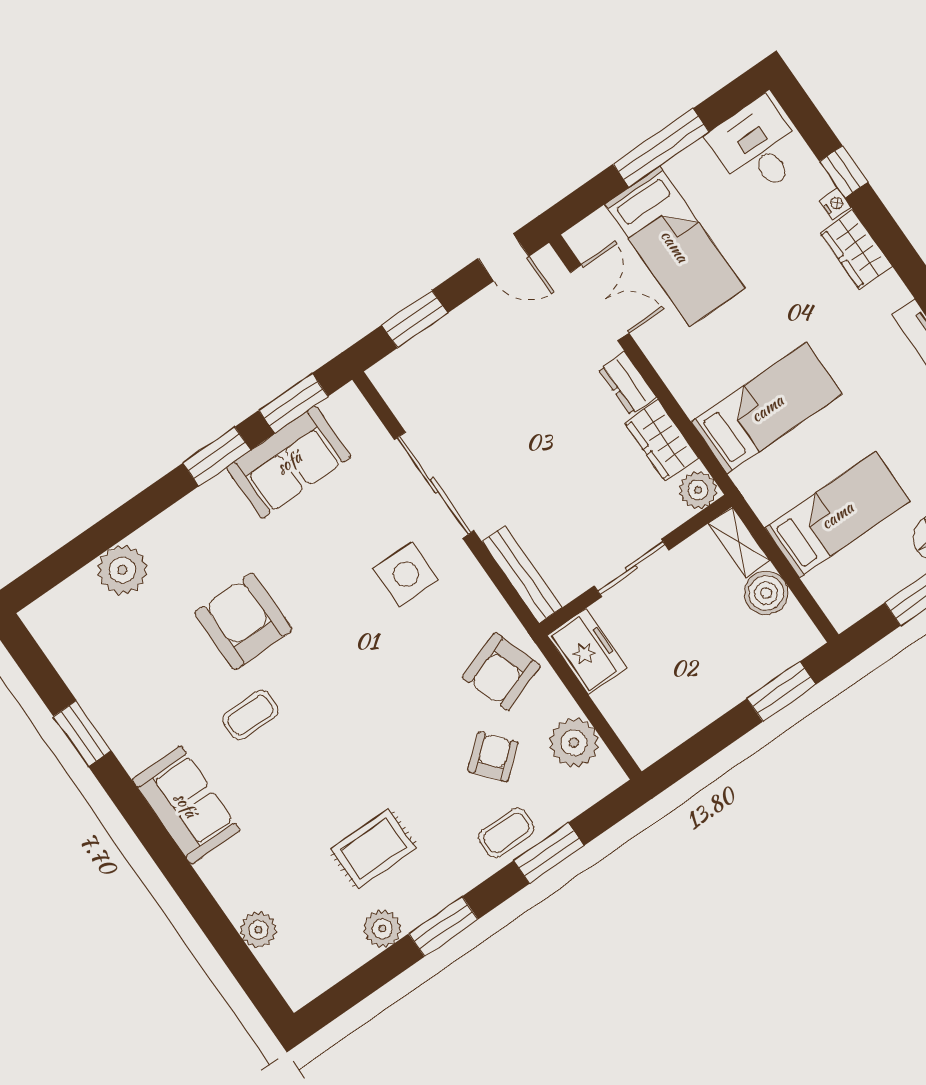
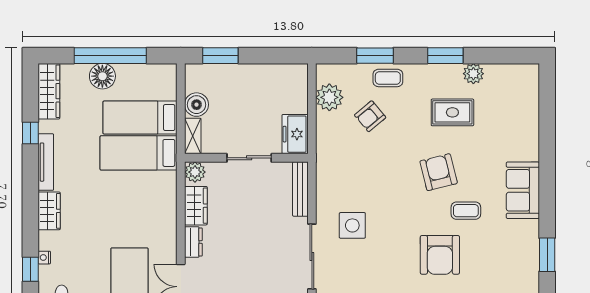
wardrobe: (856, 250) -> (49, 211), moved
bed: (767, 408) -> (139, 153), moved
armchair: (501, 672) -> (439, 172), moved, turned -85
plant: (258, 930) -> (529, 112), removed

